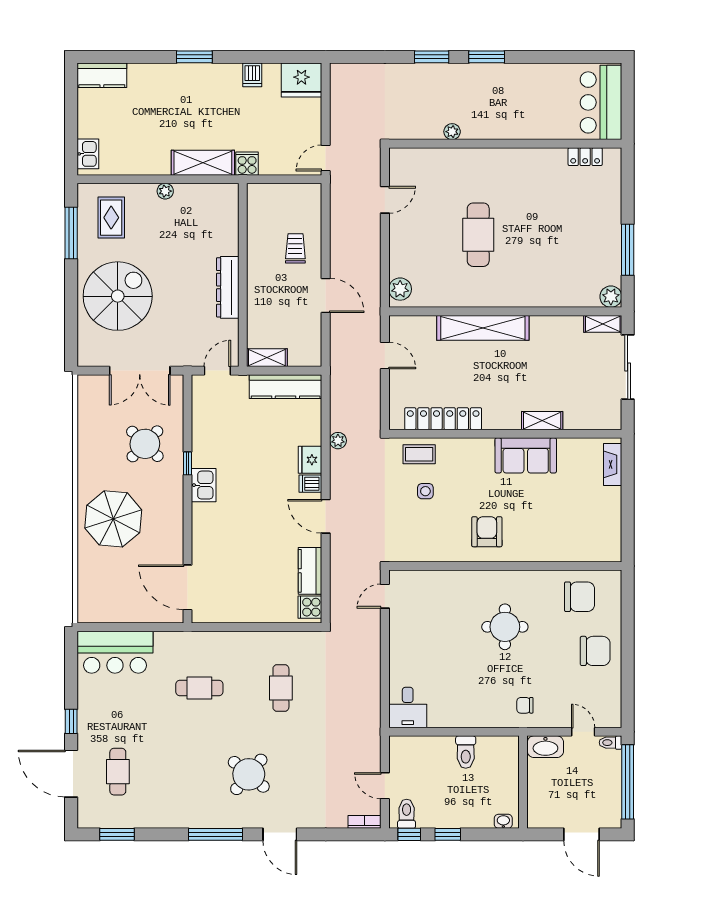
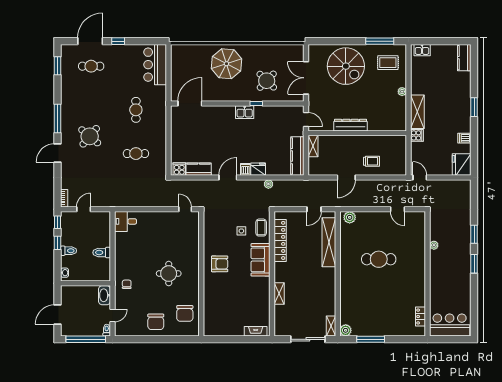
shelving: (483, 328) -> (329, 242), moved
sofa: (526, 455) -> (261, 260), moved
toilet: (407, 814) -> (69, 251), moved

